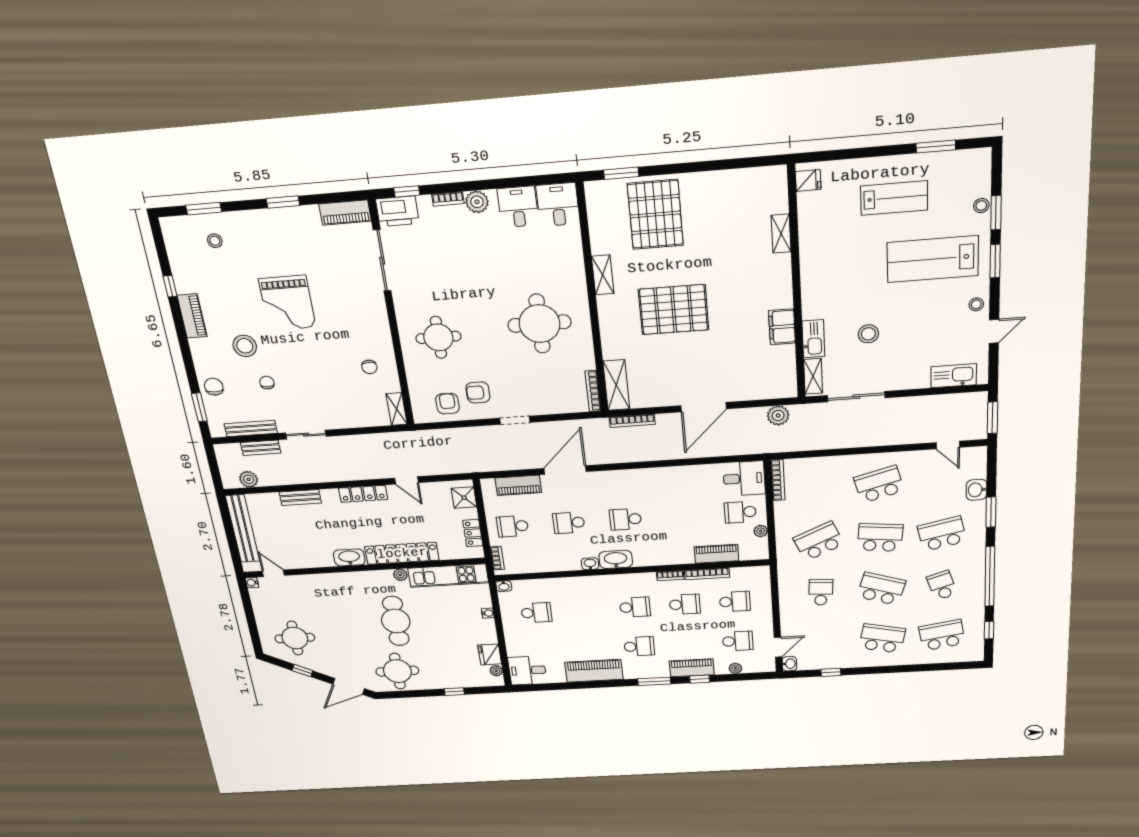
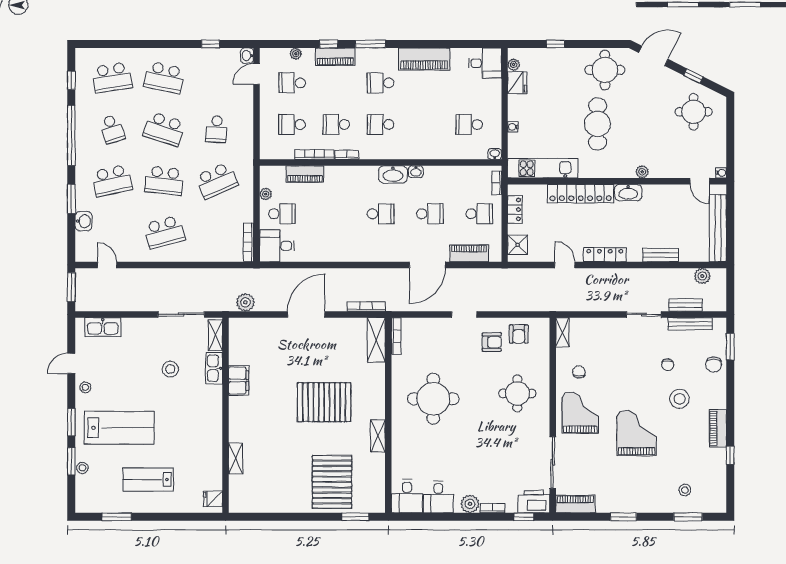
grand piano: (359, 321) -> (580, 413), added
plant: (400, 575) -> (642, 172), moved

